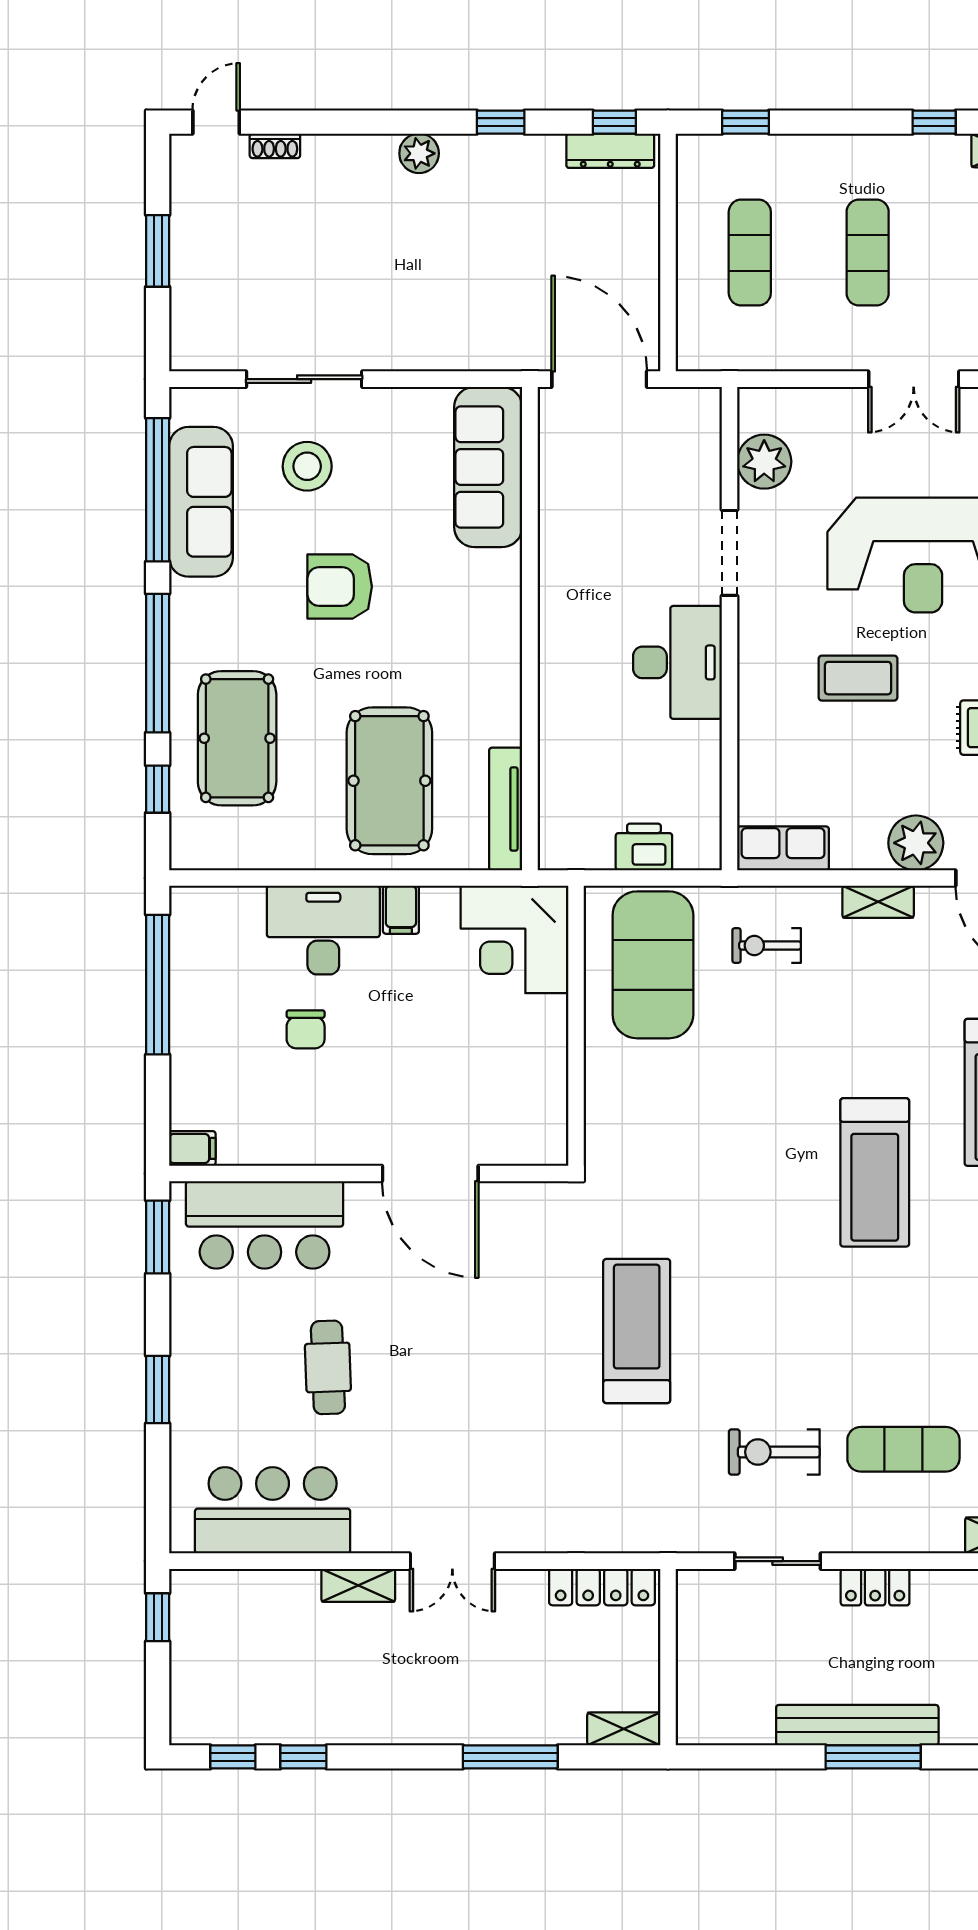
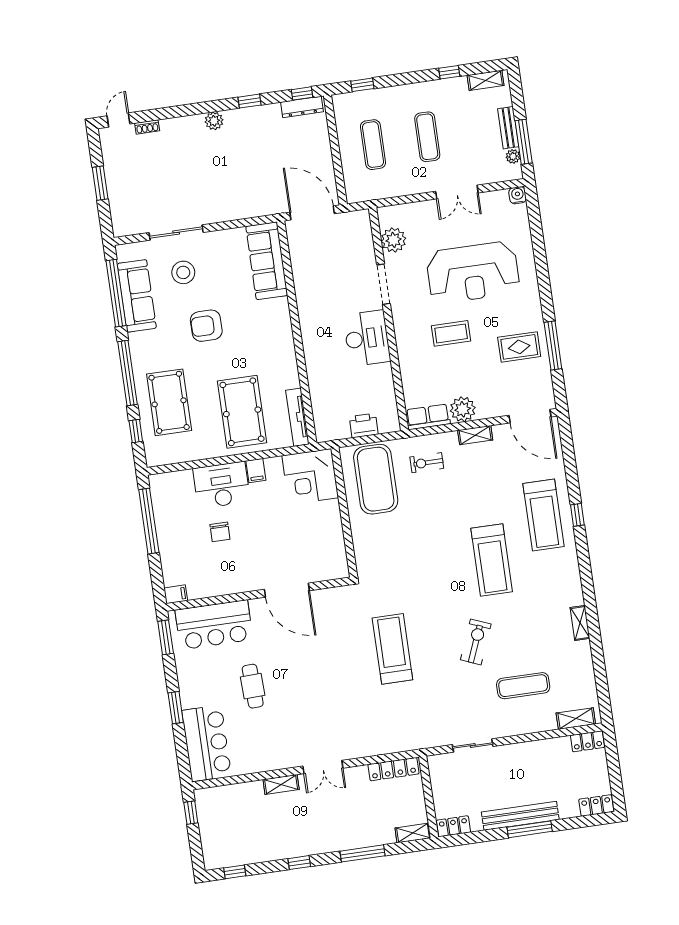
plant: (916, 843) -> (463, 409), moved
exercise bike: (774, 1452) -> (476, 642), moved, turned 112
bar counter: (273, 1510) -> (207, 743), moved, turned 90
locker: (875, 1587) -> (453, 826), moved, turned 180
window: (303, 1757) -> (299, 863), moved

